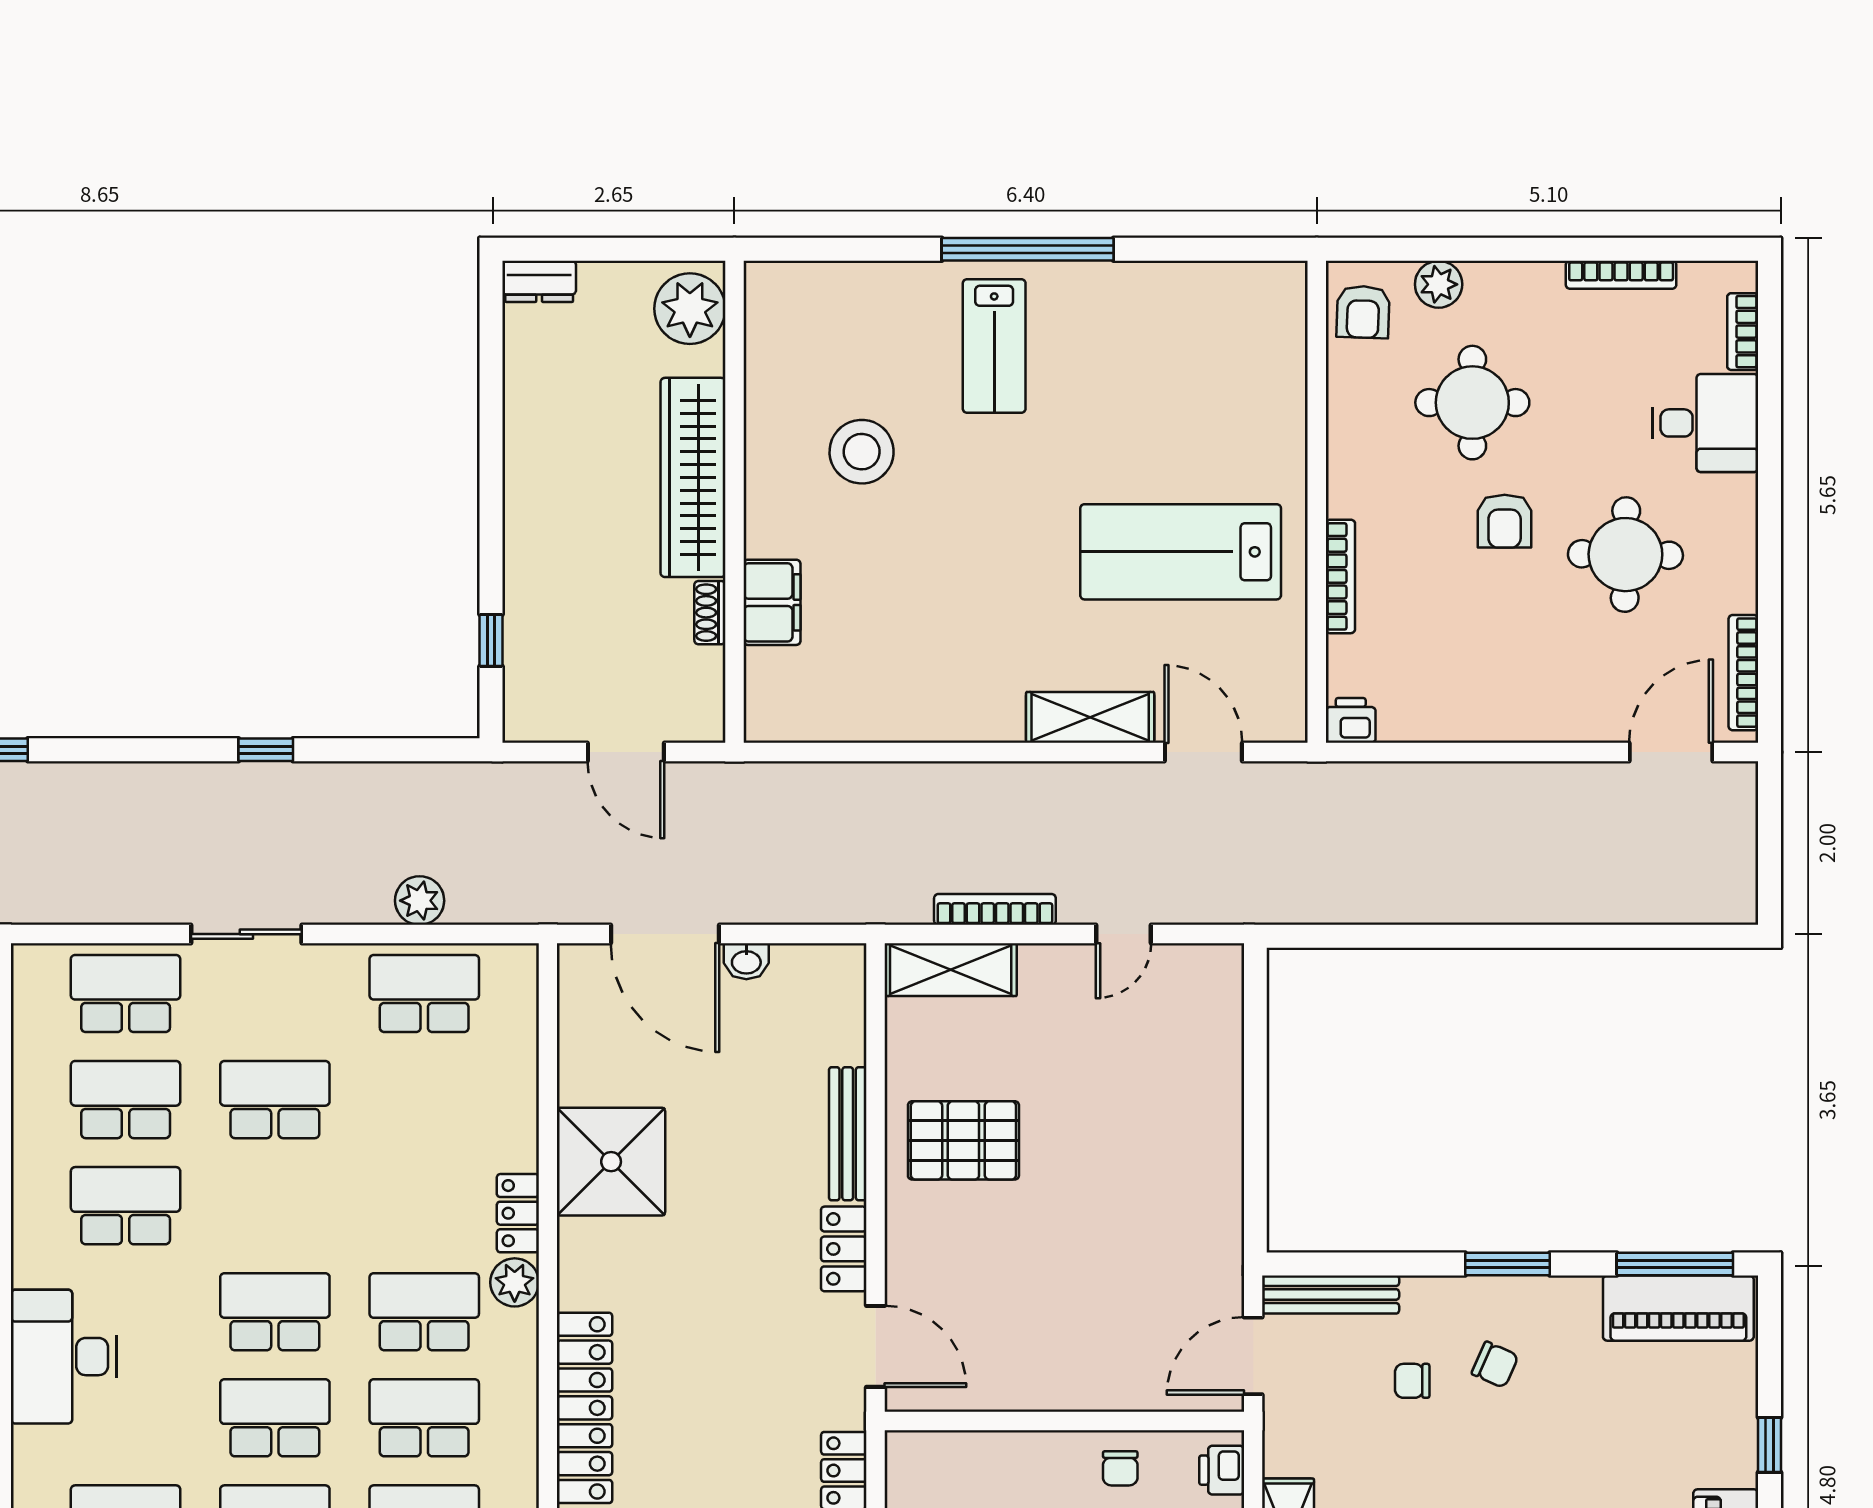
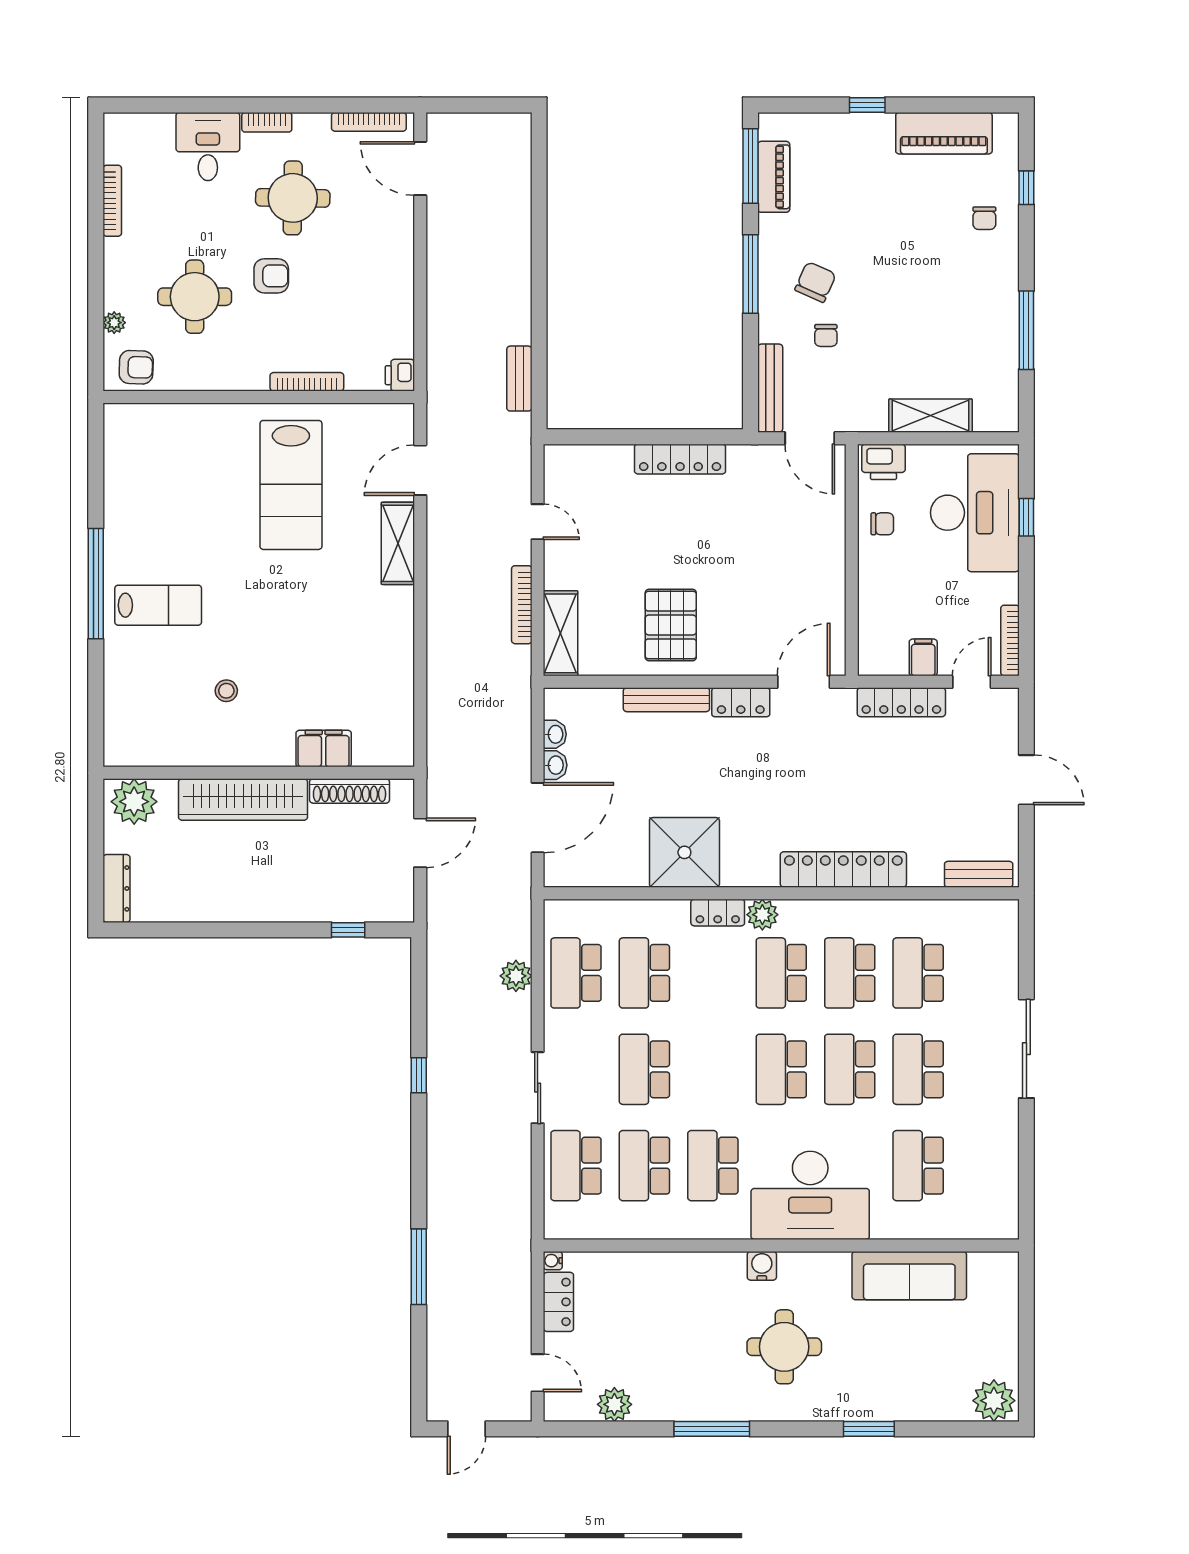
dresser: (539, 281) -> (116, 888), width x1.44
plant: (1439, 284) -> (114, 323), width x0.73, depth x0.73
bookcase: (1743, 332) -> (267, 122), moved
stool: (862, 452) -> (226, 691), width x0.53, depth x0.53
shoe rack: (710, 613) -> (350, 791), width x1.94, depth x1.24
bench: (1345, 906) -> (519, 379), added
washbasin: (794, 961) -> (555, 734), added
school desk: (424, 1100) -> (644, 973), added
locker: (1221, 1155) -> (680, 459), added
window: (1508, 1264) -> (750, 274), width x1.44
piano: (1678, 1308) -> (774, 177), width x0.73, depth x0.75
desk: (64, 1357) -> (810, 1195), width x1.36, depth x1.30
chair: (1495, 1365) -> (815, 282), width x1.37, depth x1.37
printer: (1222, 1470) -> (883, 462), width x1.36, depth x1.24

